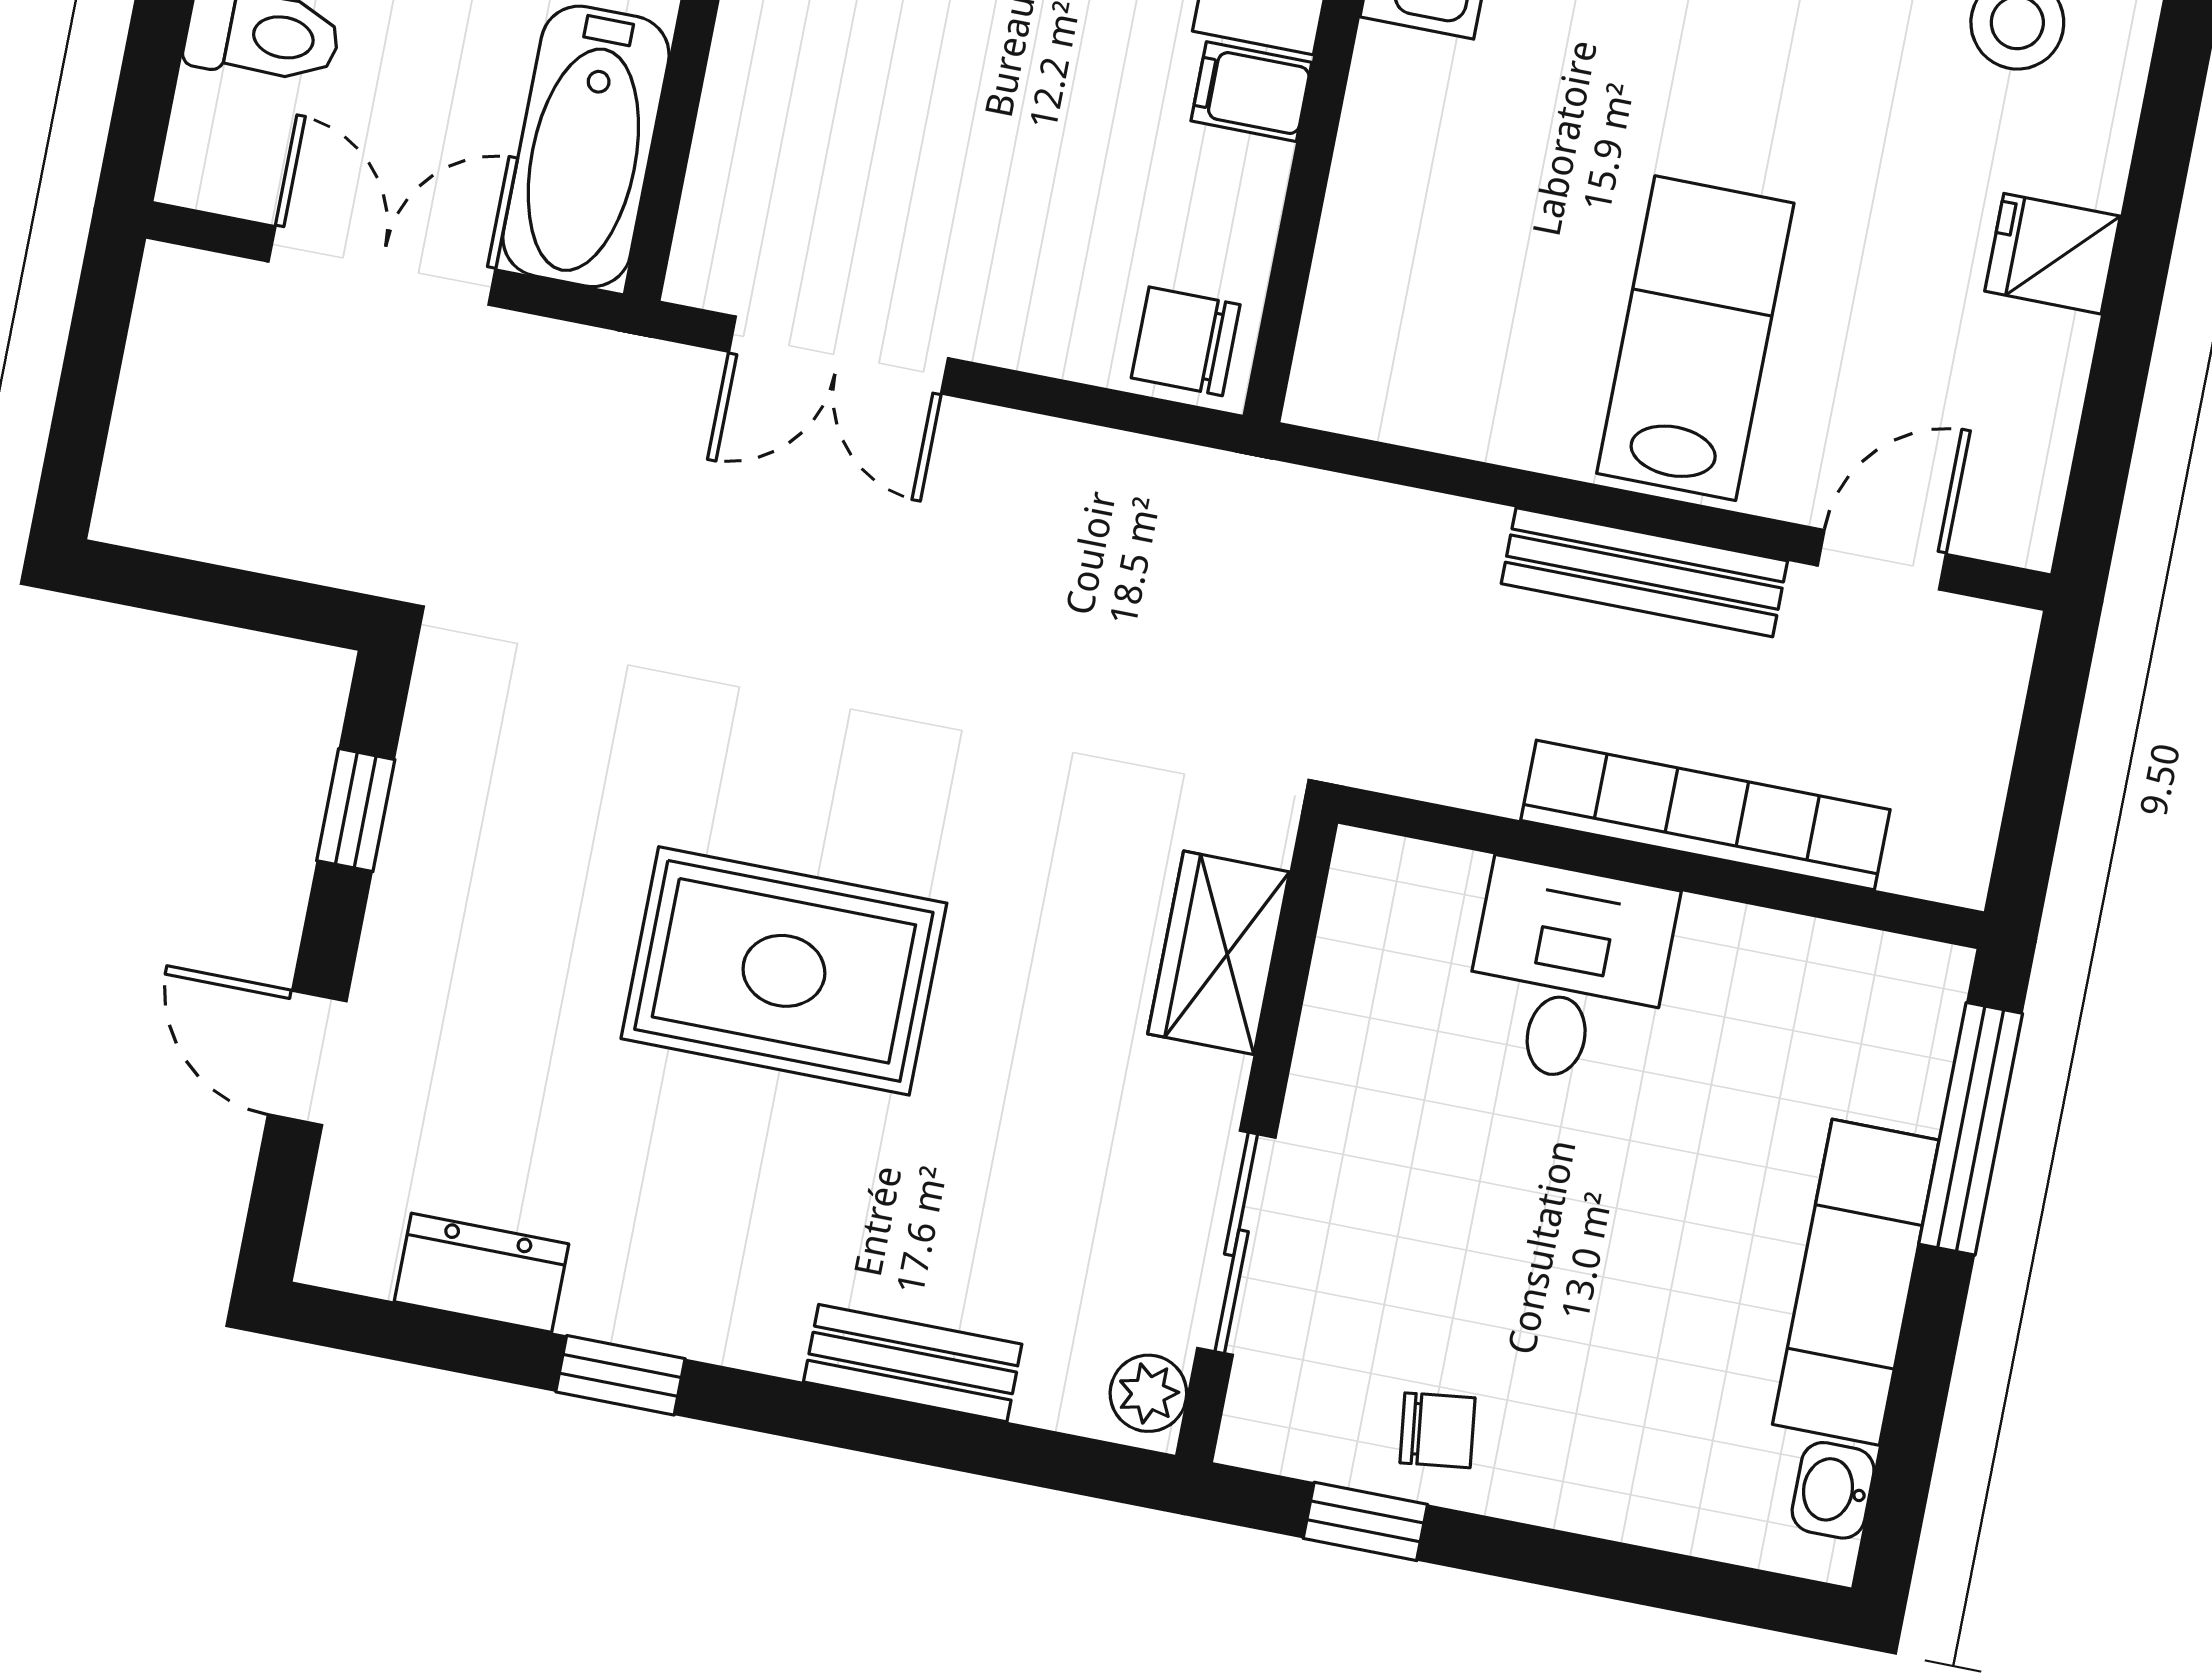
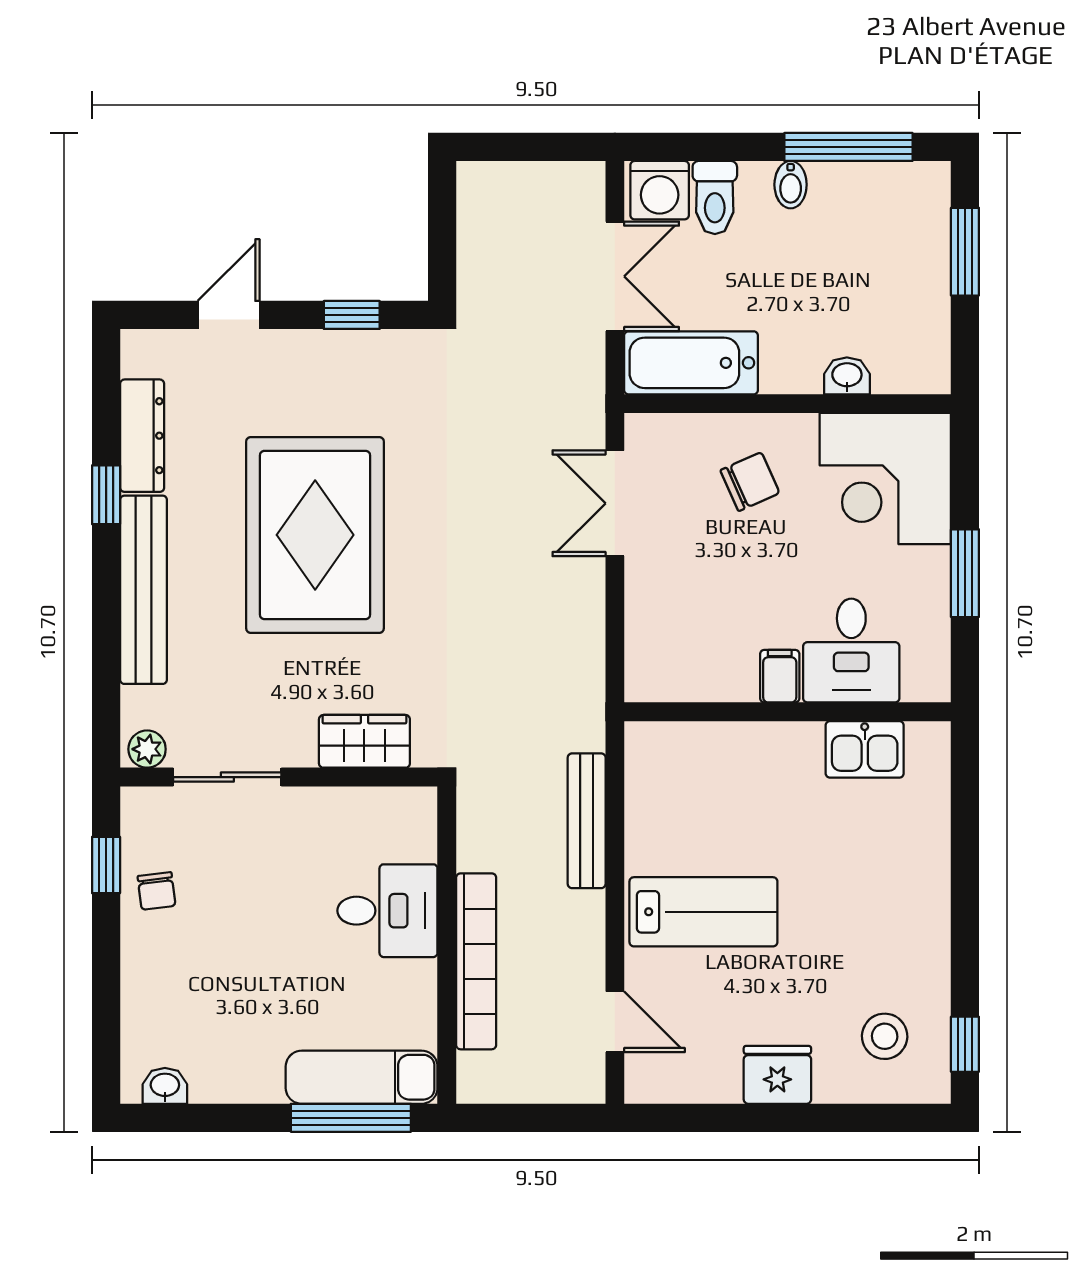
washing machine: (226, 142) -> (660, 190), added
fridge: (2053, 254) -> (777, 1075), width x1.38
chair: (1186, 341) -> (750, 482), moved, turned 66
bench: (1644, 572) -> (587, 821), moved
rug: (784, 971) -> (315, 535), width x1.37, depth x1.44
dresser: (481, 1273) -> (142, 436), width x1.44
exam couch: (1856, 1282) -> (362, 1077), moved
bench: (913, 1363) -> (144, 590), width x1.86, depth x1.21

